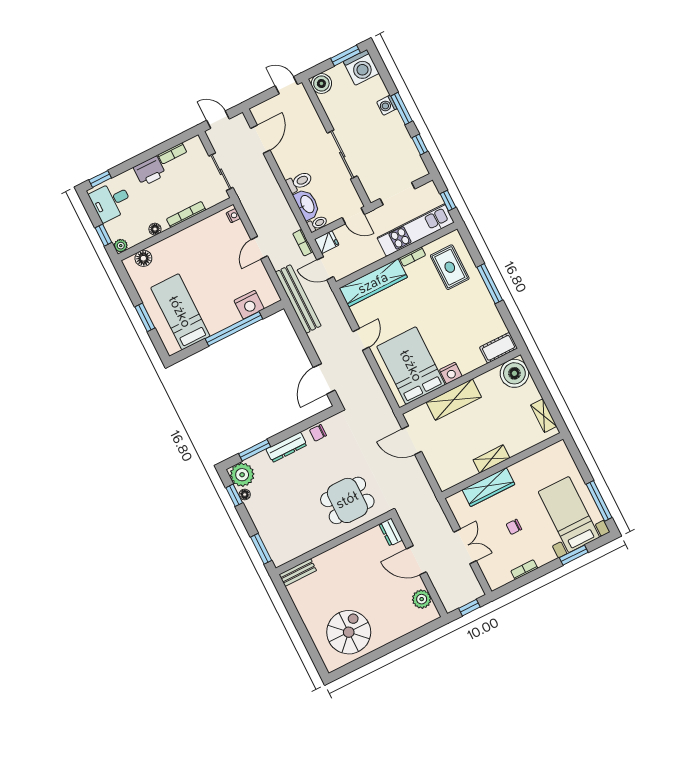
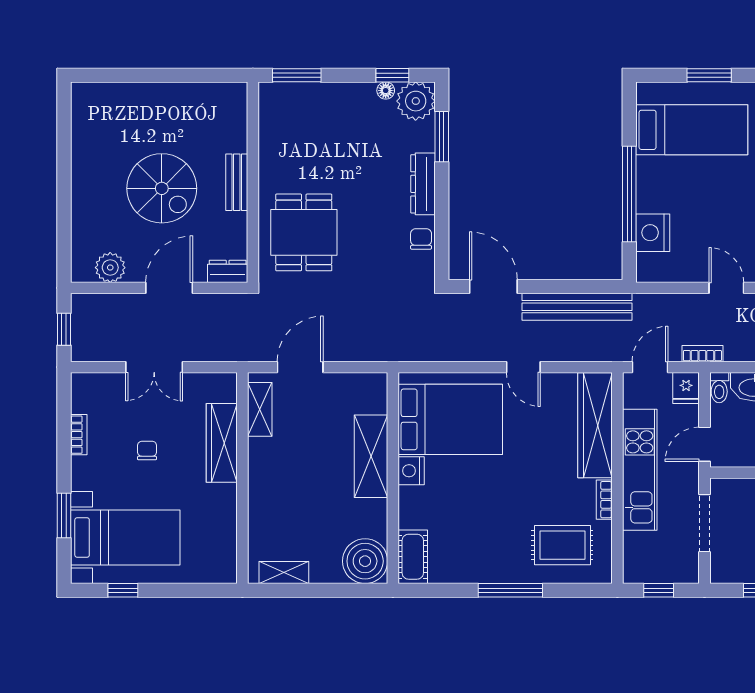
kitchen unit: (416, 230) -> (640, 470), moved
bench: (298, 299) -> (577, 307), moved
door: (412, 440) -> (300, 367), moved
shelving: (491, 459) -> (260, 409), moved
window: (599, 501) -> (123, 590), width x0.46
bench: (298, 573) -> (237, 182), moved
spiral stairs: (349, 632) -> (162, 188), moved

